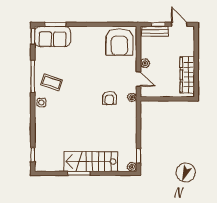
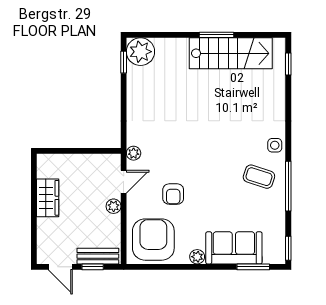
plant: (91, 31) -> (197, 257), added
sofa: (52, 37) -> (234, 248), moved
wardrobe: (187, 75) -> (48, 198), width x0.67
door: (138, 79) -> (124, 182), swing flipped
armchair: (109, 98) -> (173, 194), moved, turned 180
stairs: (91, 162) -> (231, 53), moved
plant: (132, 167) -> (140, 52), width x1.87, depth x1.87

